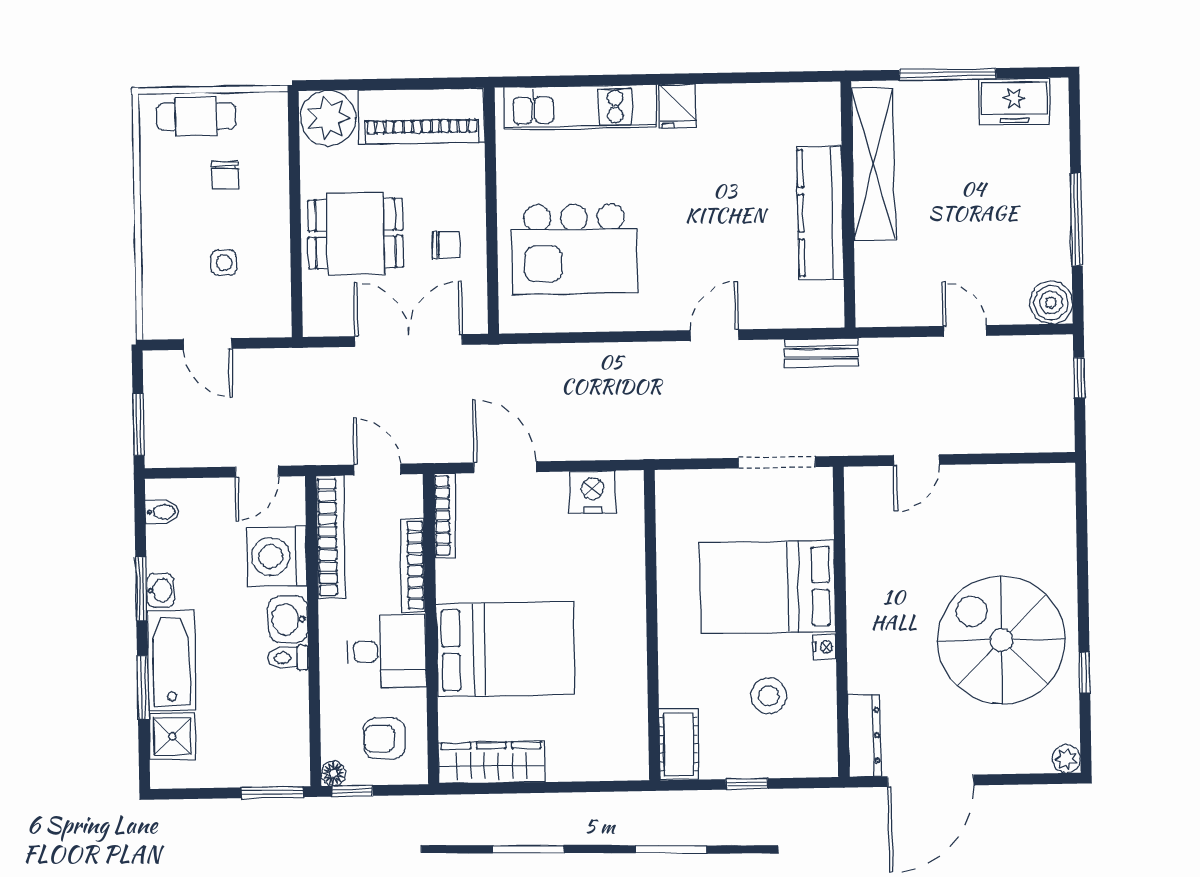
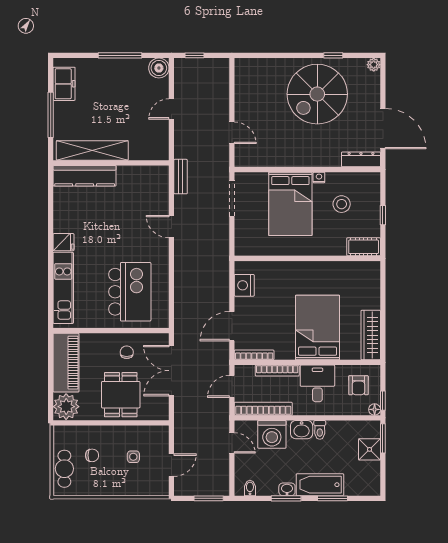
kitchen counter: (820, 213) -> (85, 176), moved
shower: (172, 736) -> (370, 449), moved

